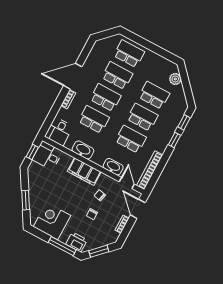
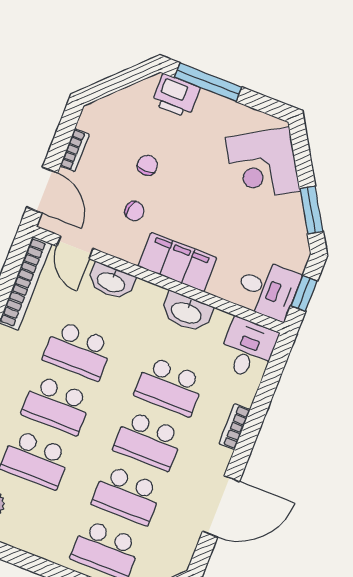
door: (73, 76) -> (221, 506), moved
window: (26, 200) -> (311, 210), moved
corner desk: (52, 221) -> (263, 164), moved, turned 59
window: (99, 251) -> (121, 81), removed

